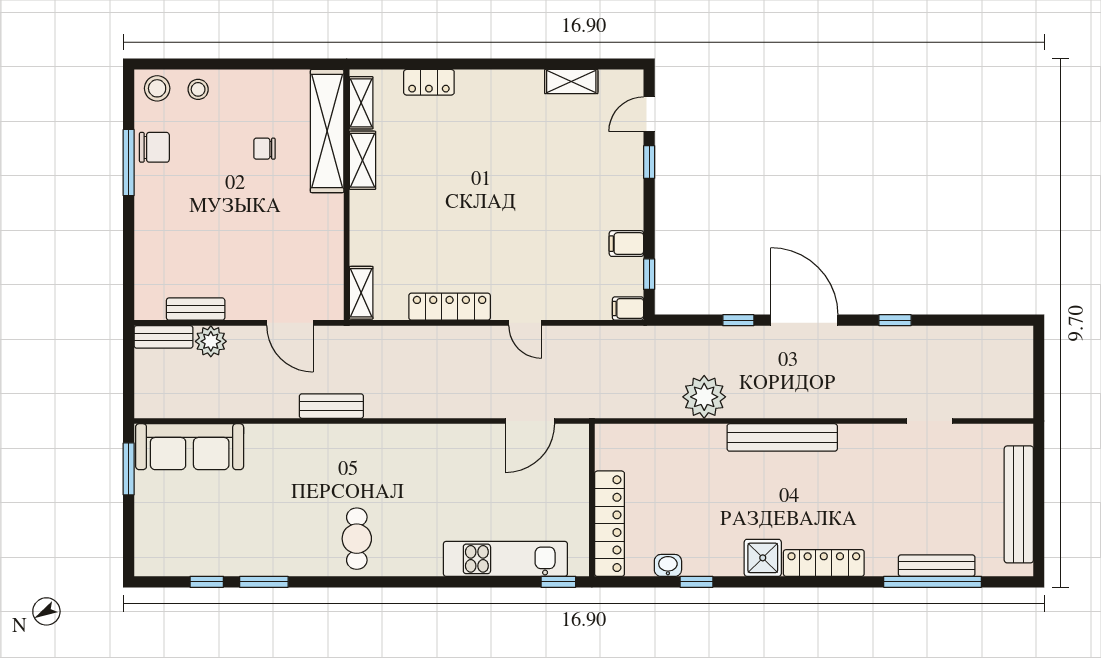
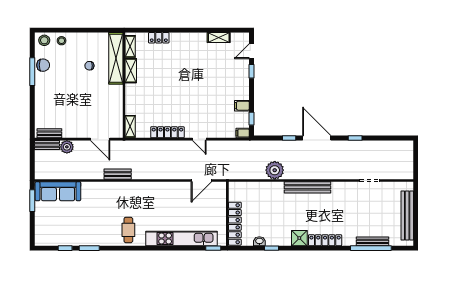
bench: (196, 309) -> (49, 133), moved
kitchen unit: (505, 559) -> (181, 238), width x1.36

